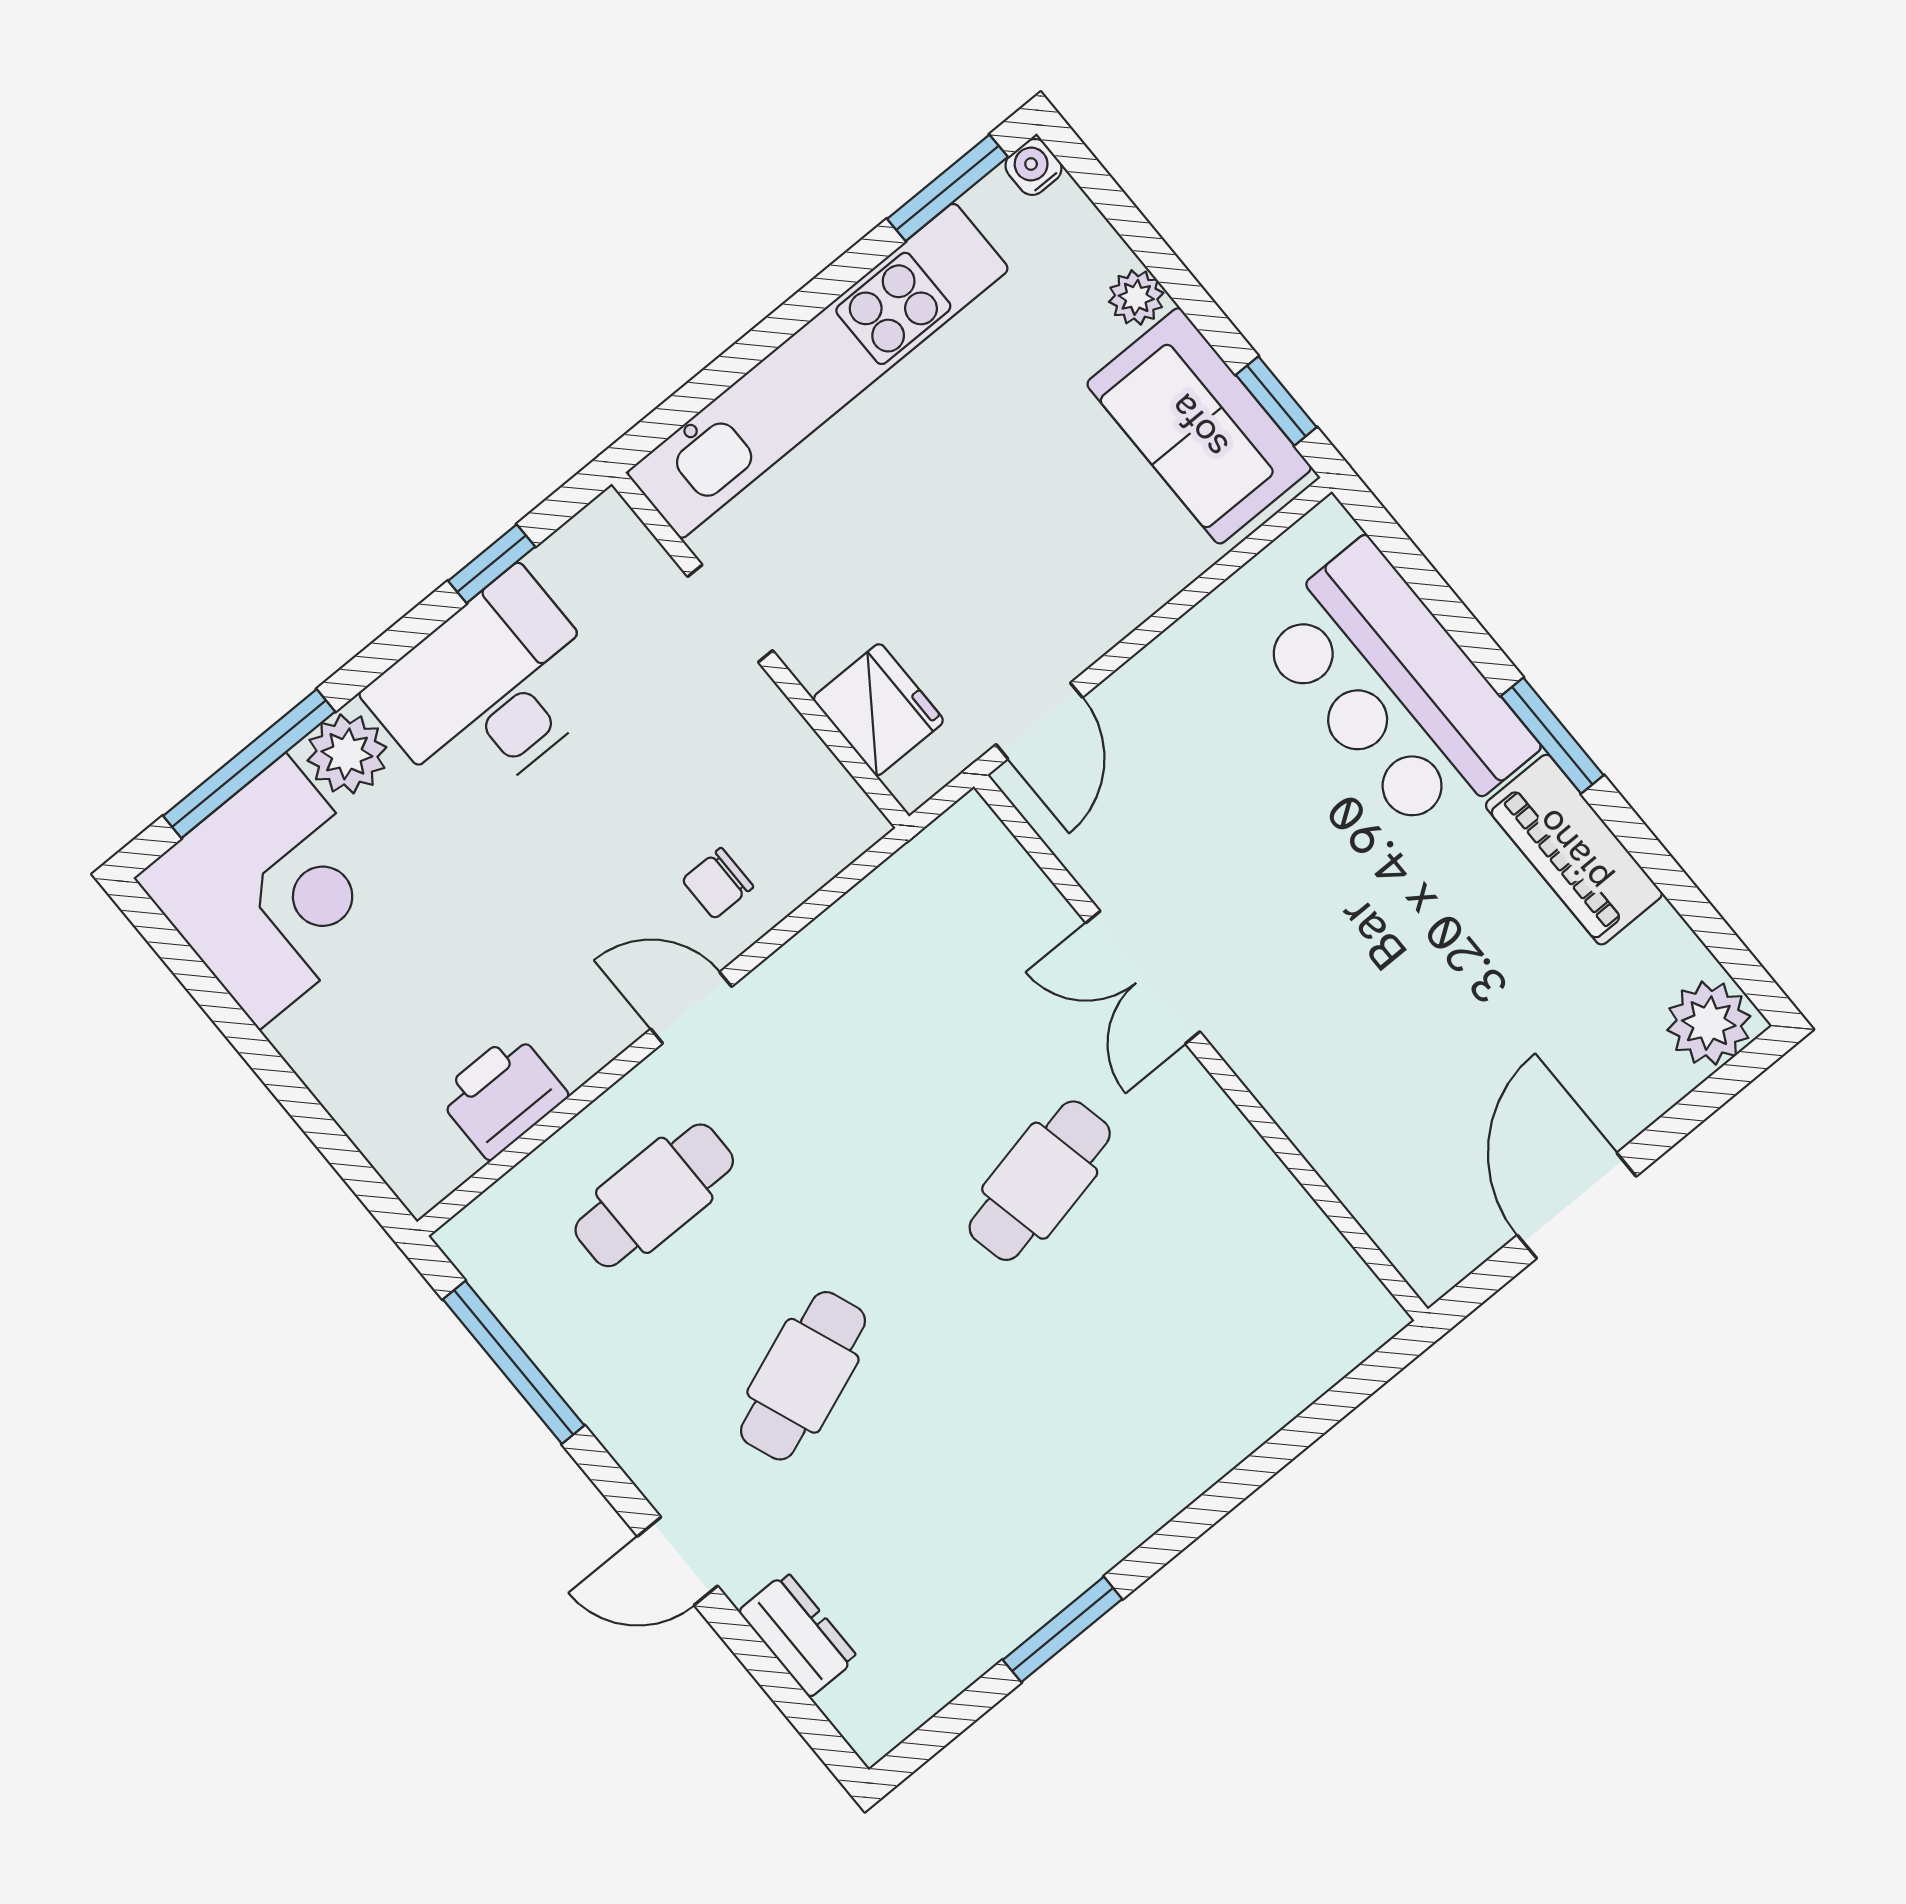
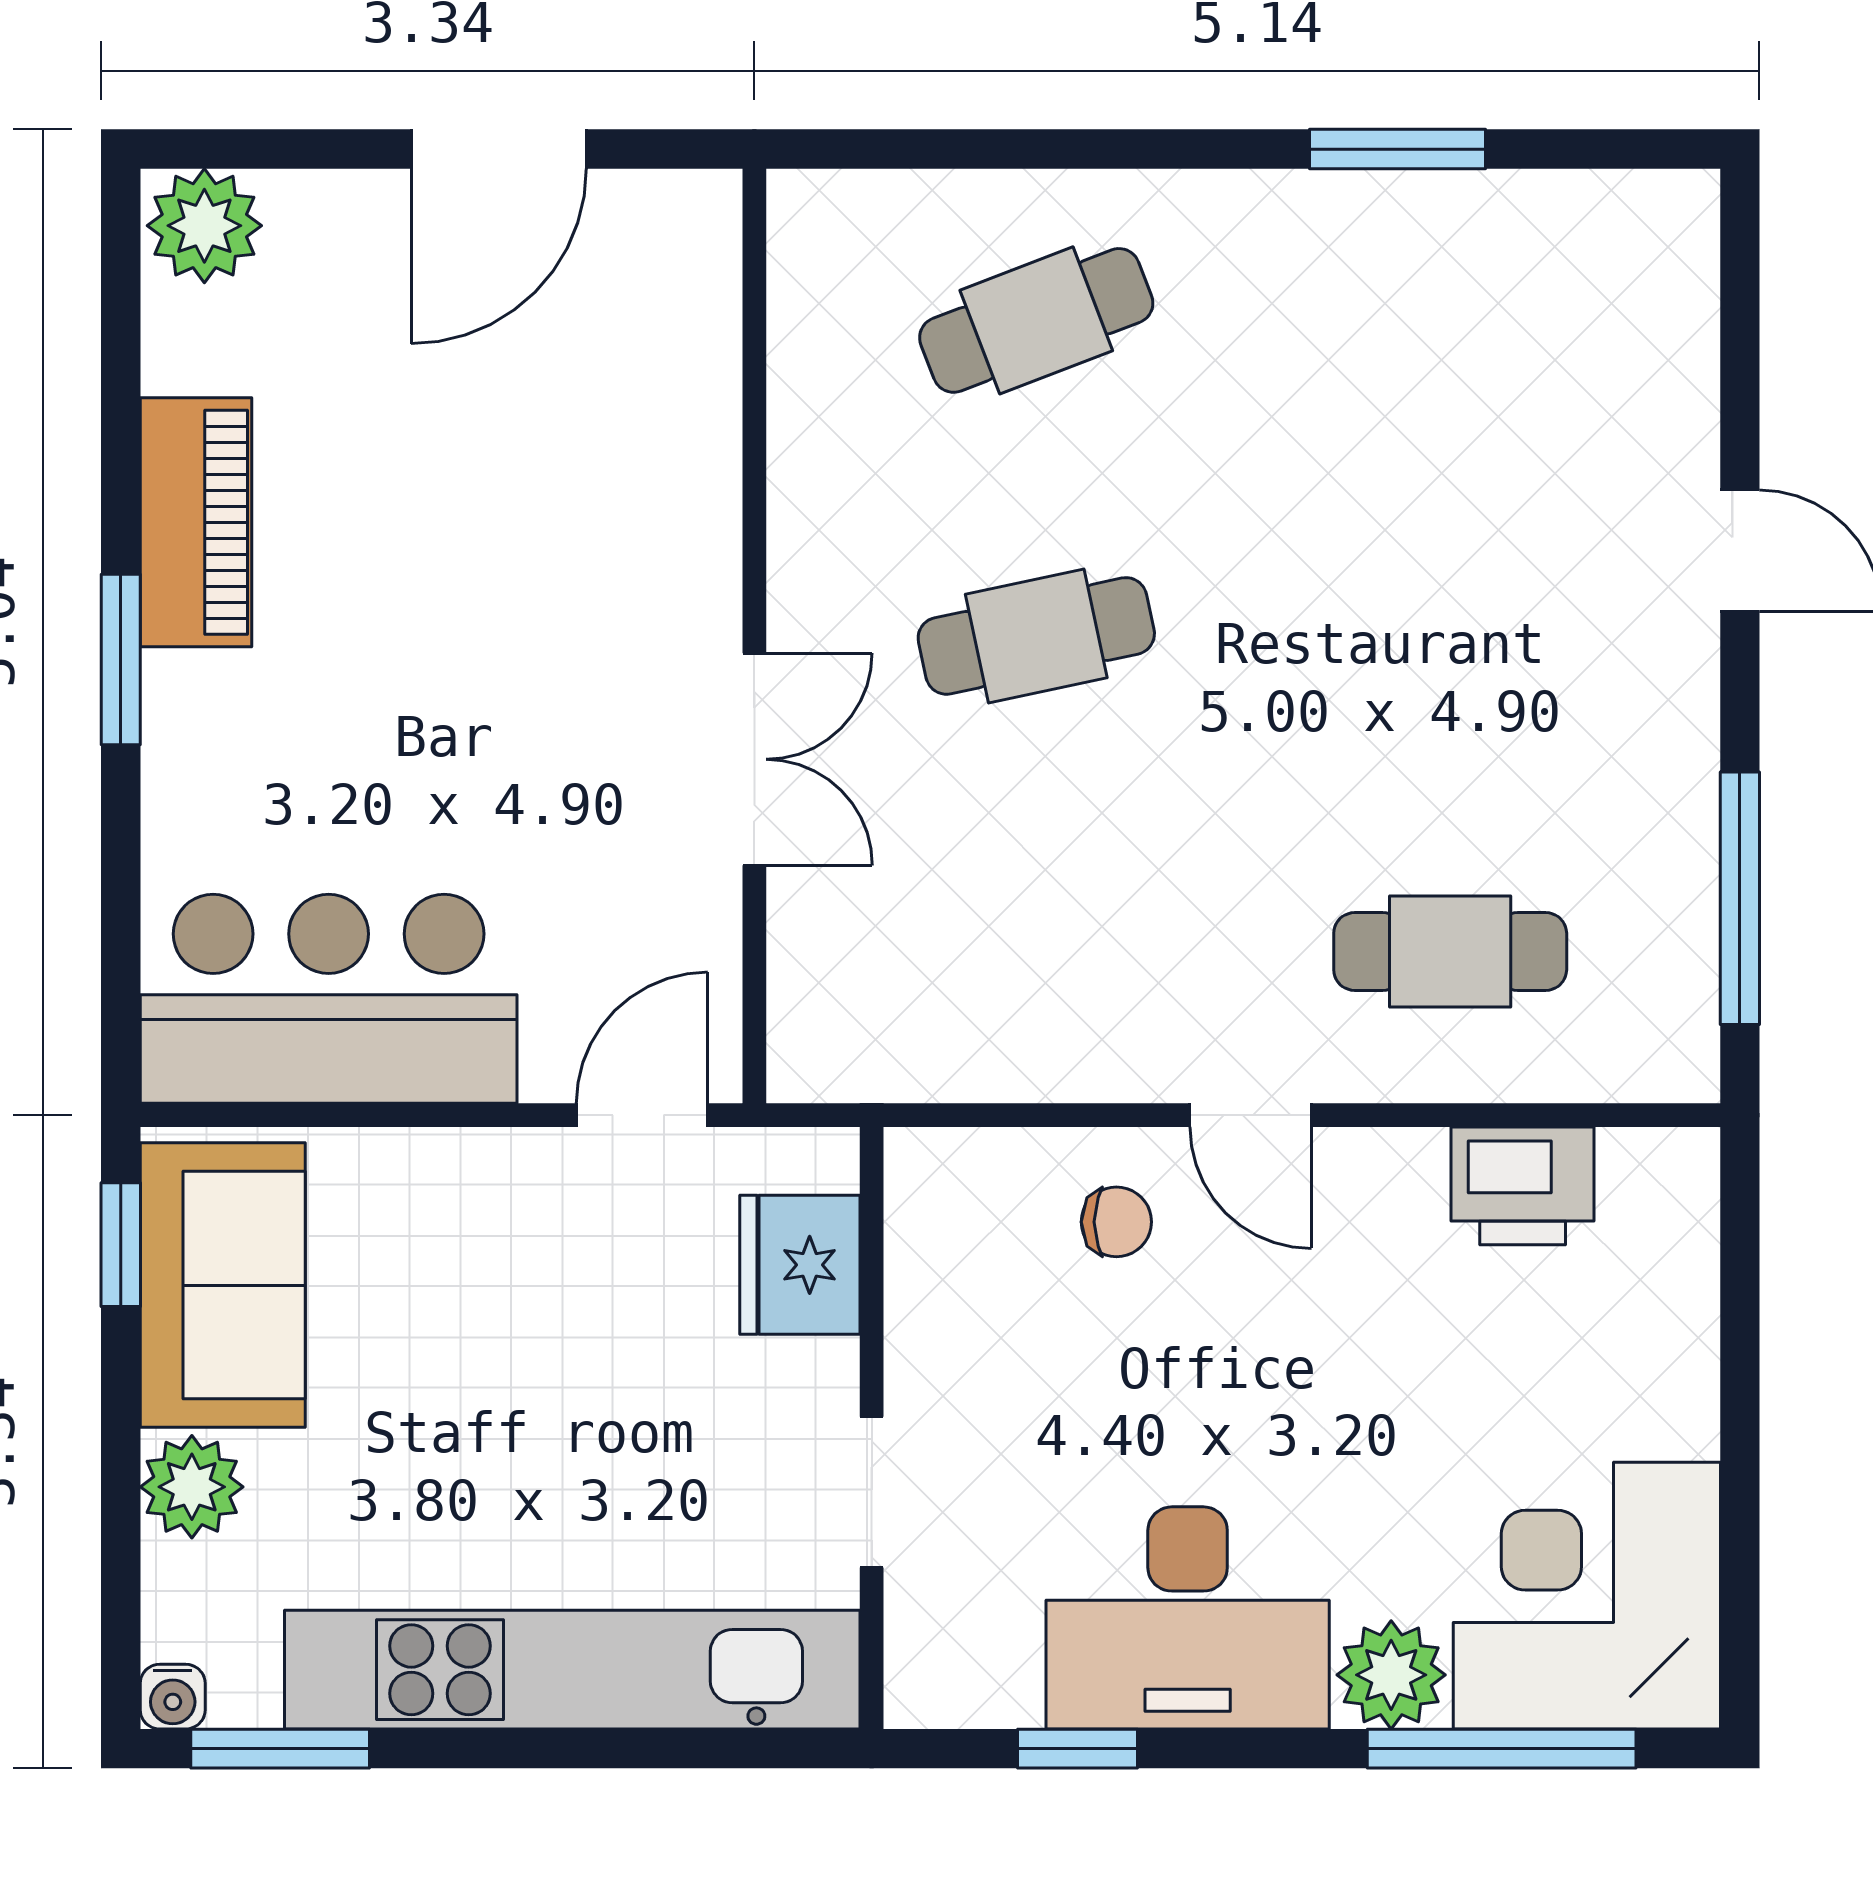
plant: (1136, 297) -> (192, 1487), width x1.38, depth x1.38
bar counter: (1395, 689) -> (329, 999), moved, turned -90
cafe table: (803, 1376) -> (1036, 320), moved
dresser: (798, 1634) -> (1677, 371), removed

